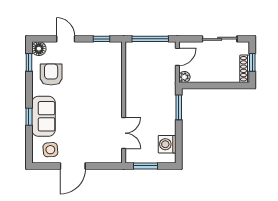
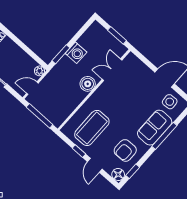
window: (101, 39) -> (79, 151), moved
coffee table: (97, 68) -> (92, 128), added
boiler: (134, 103) -> (88, 84), added
window: (29, 117) -> (164, 136), width x2.17
washing machine: (167, 144) -> (76, 53), moved

